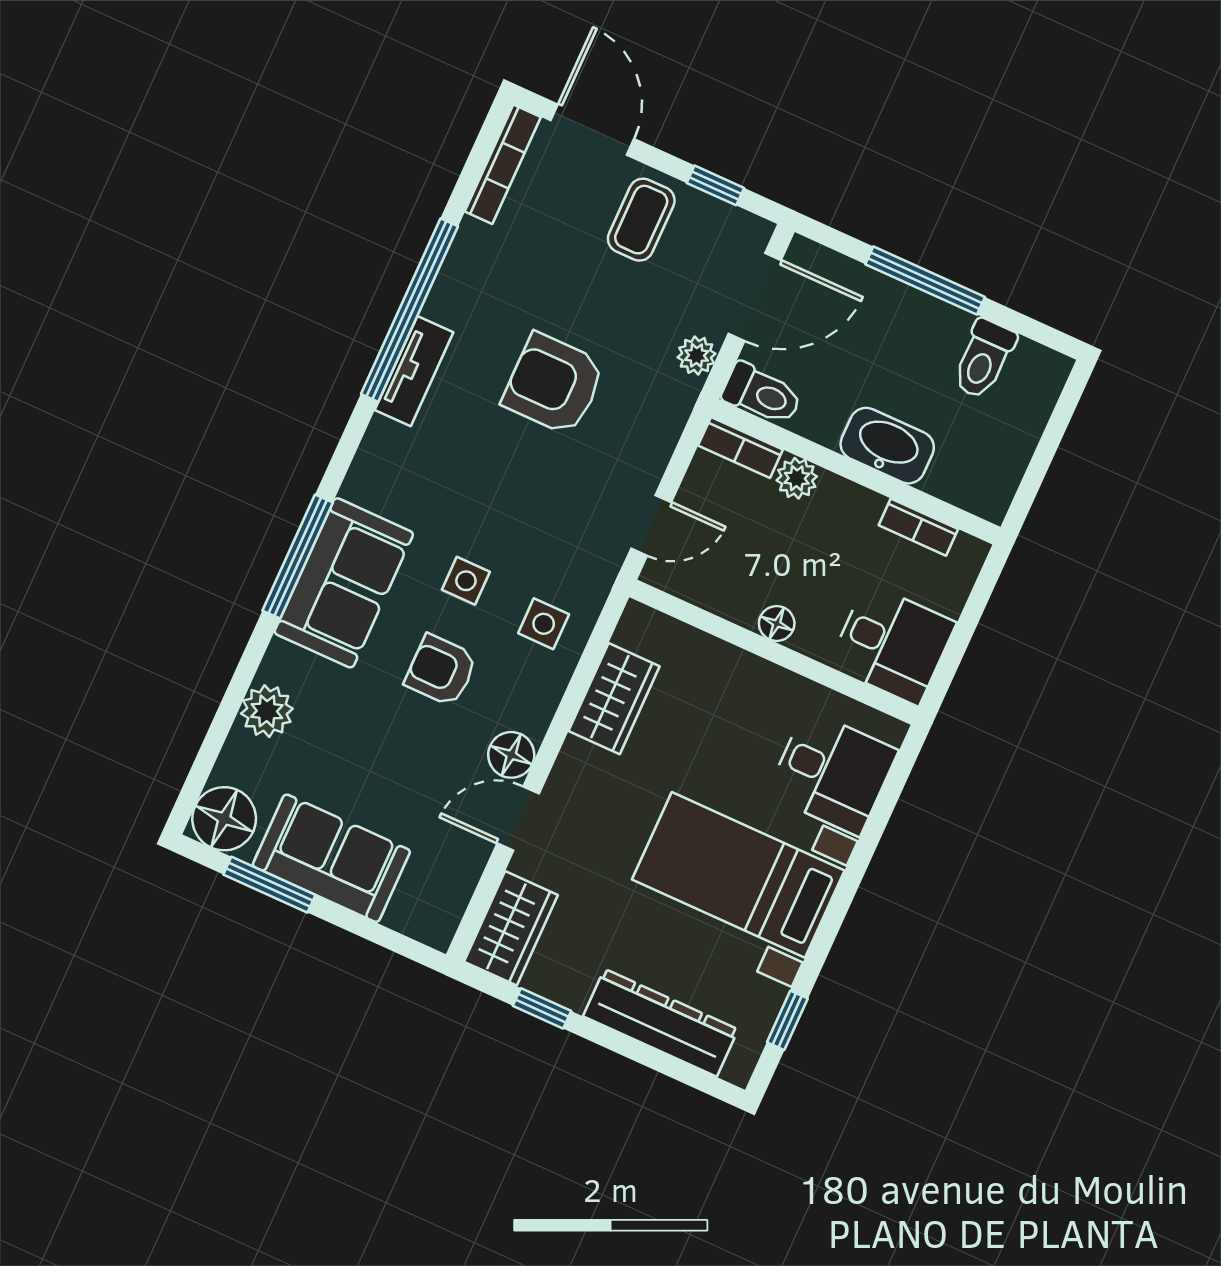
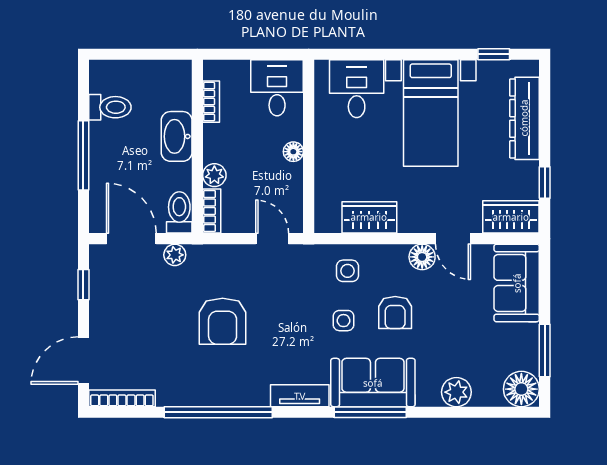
coffee table: (641, 220) -> (118, 315), removed
tv unit: (414, 371) -> (300, 396), moved
sofa: (331, 858) -> (517, 283), moved

